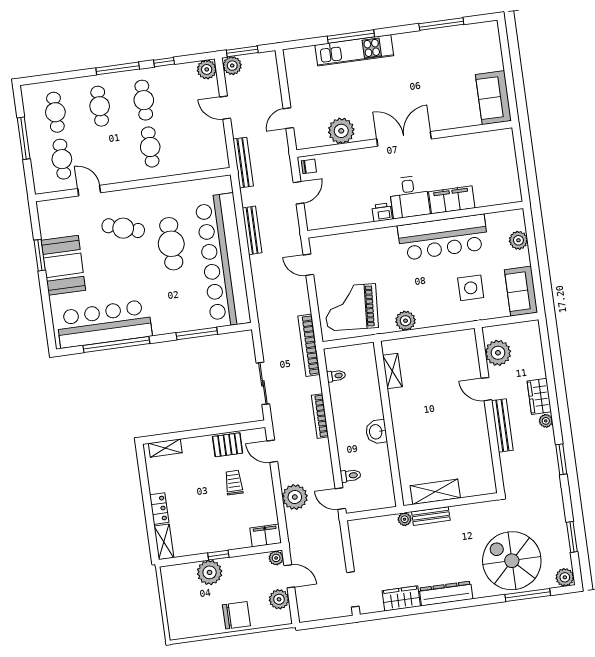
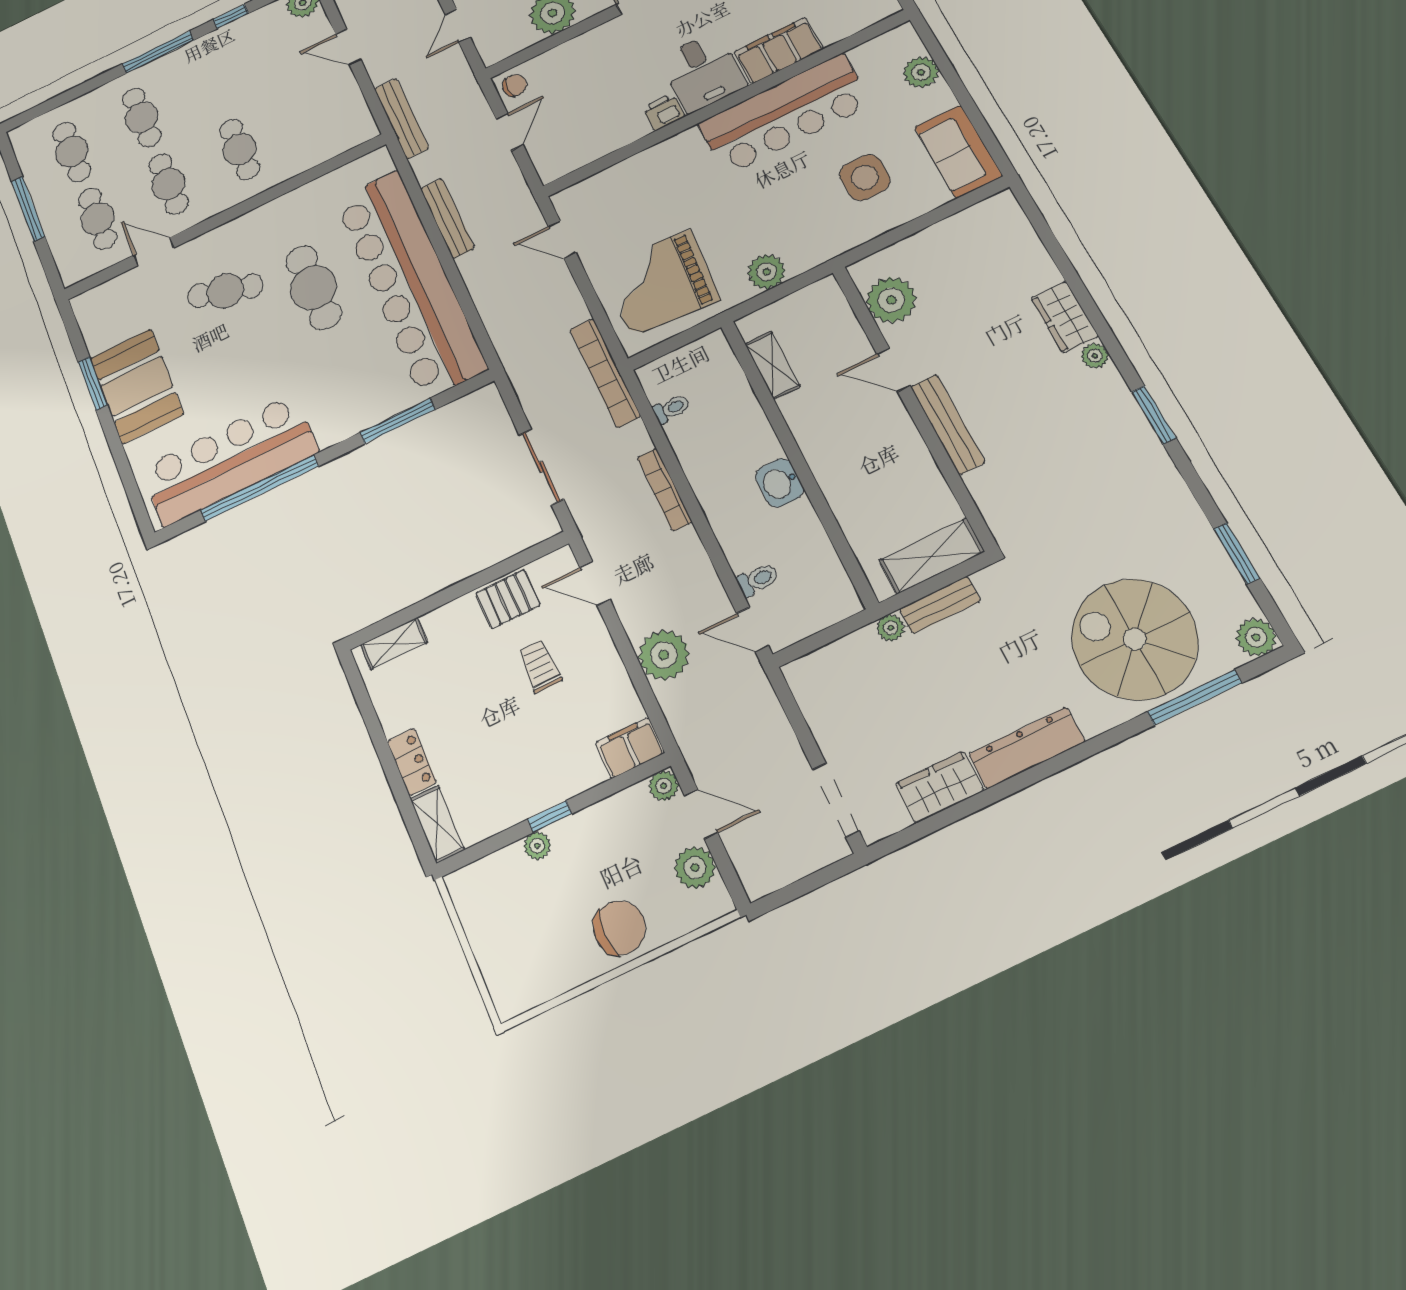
cafe table: (144, 100) -> (169, 184), moved
plant: (498, 353) -> (891, 300), moved
door: (487, 389) -> (893, 370), moved
wall: (489, 410) -> (913, 405), moved
bench: (502, 425) -> (948, 424), moved
plant: (210, 572) -> (537, 846), width x0.53, depth x0.53

